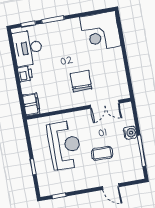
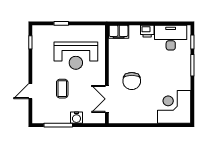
chair: (81, 81) -> (132, 81), turned 90

